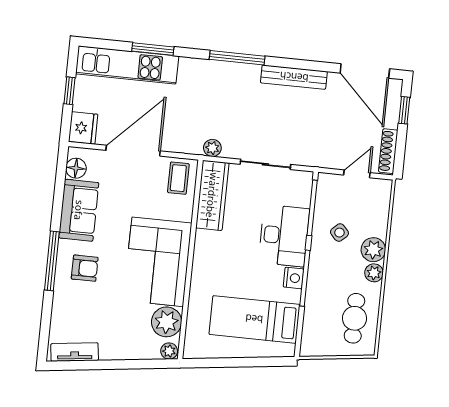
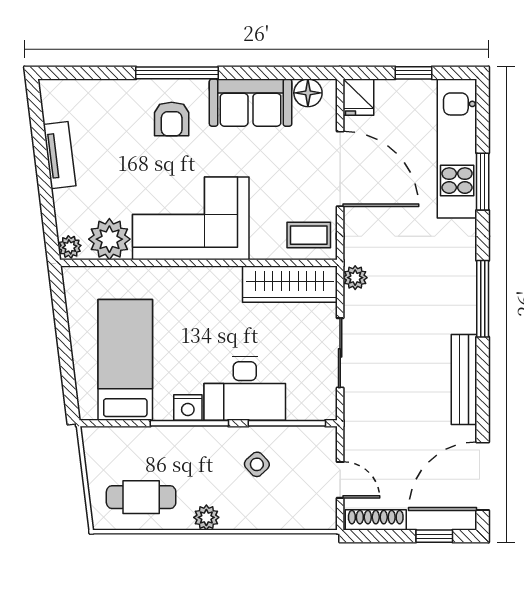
fridge: (83, 128) -> (358, 97), width x0.72
plant: (373, 250) -> (238, 513), removed
tv unit: (75, 352) -> (60, 155), moved

